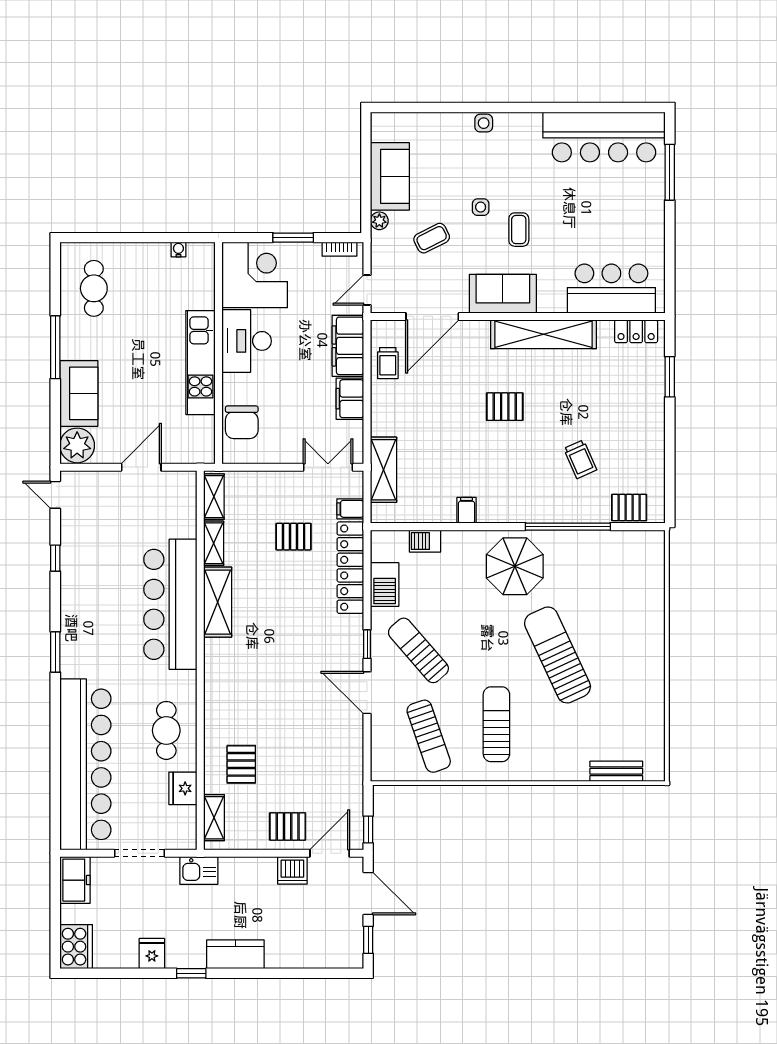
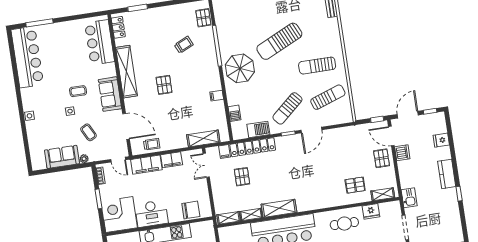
fridge: (152, 954) -> (441, 140), moved

